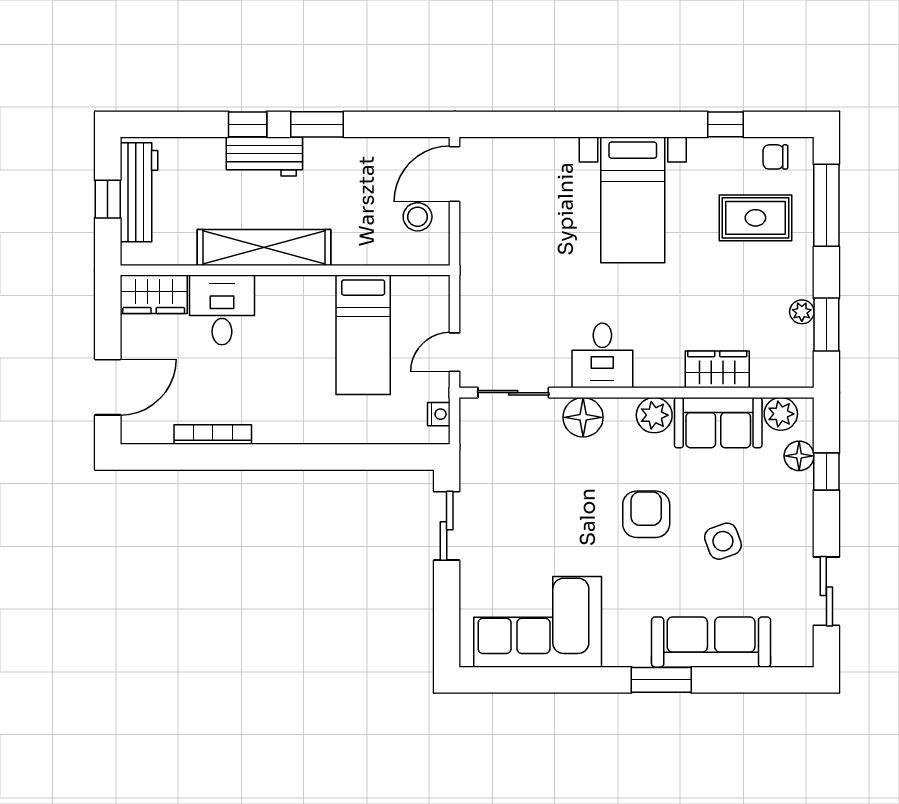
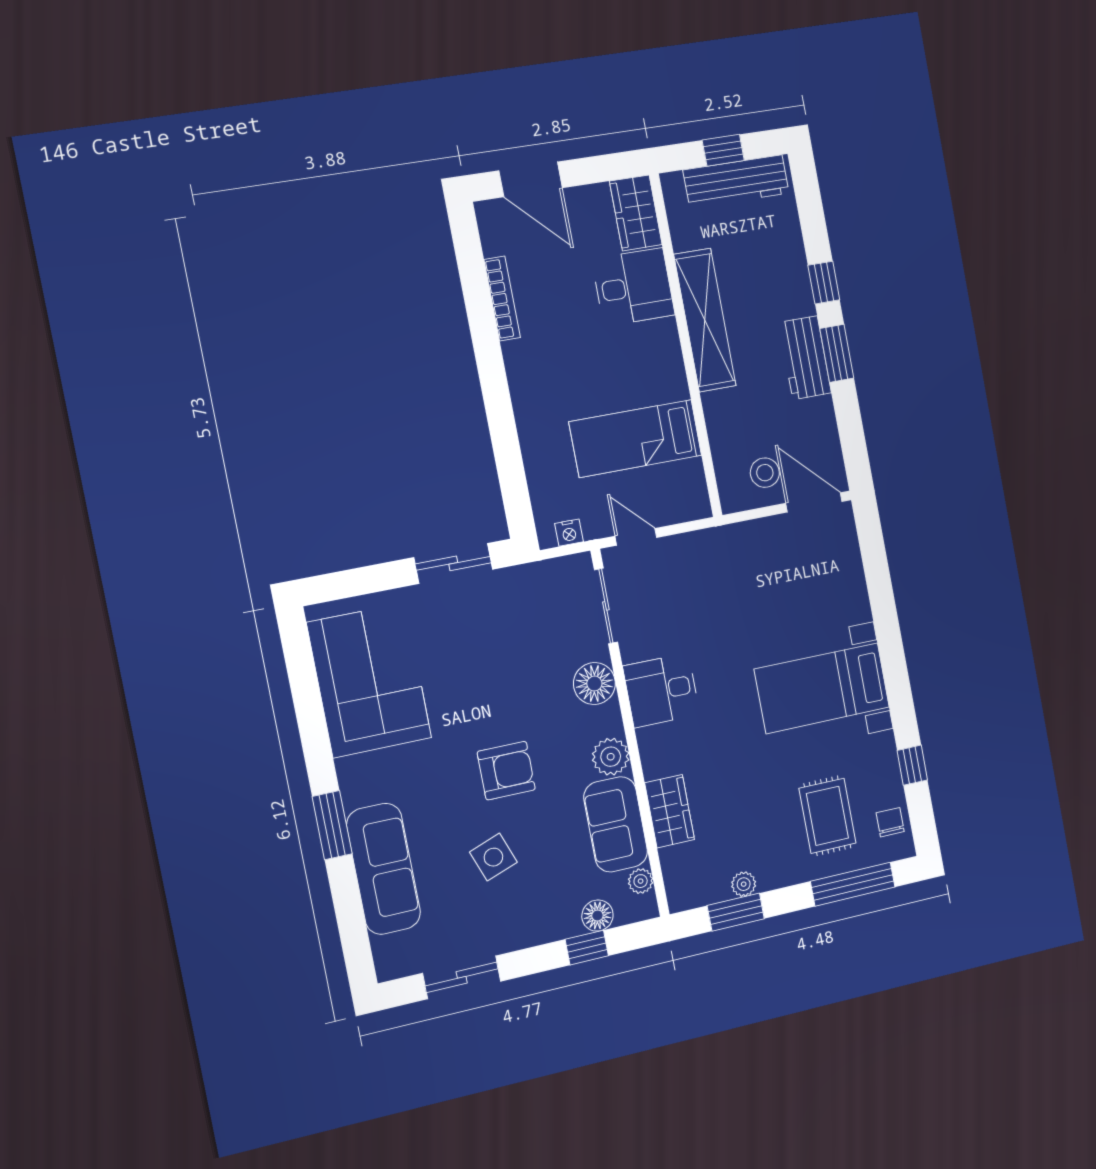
workbench: (264, 156) -> (805, 358), moved
plant: (781, 414) -> (641, 881), width x0.73, depth x0.73

